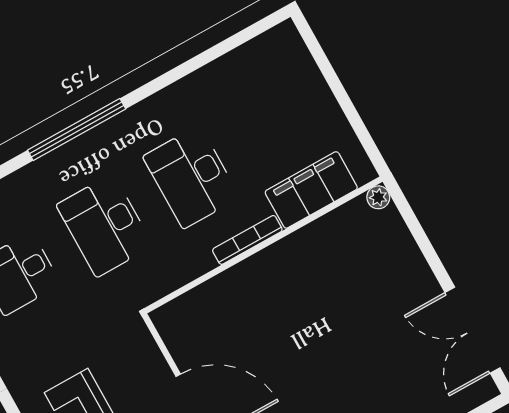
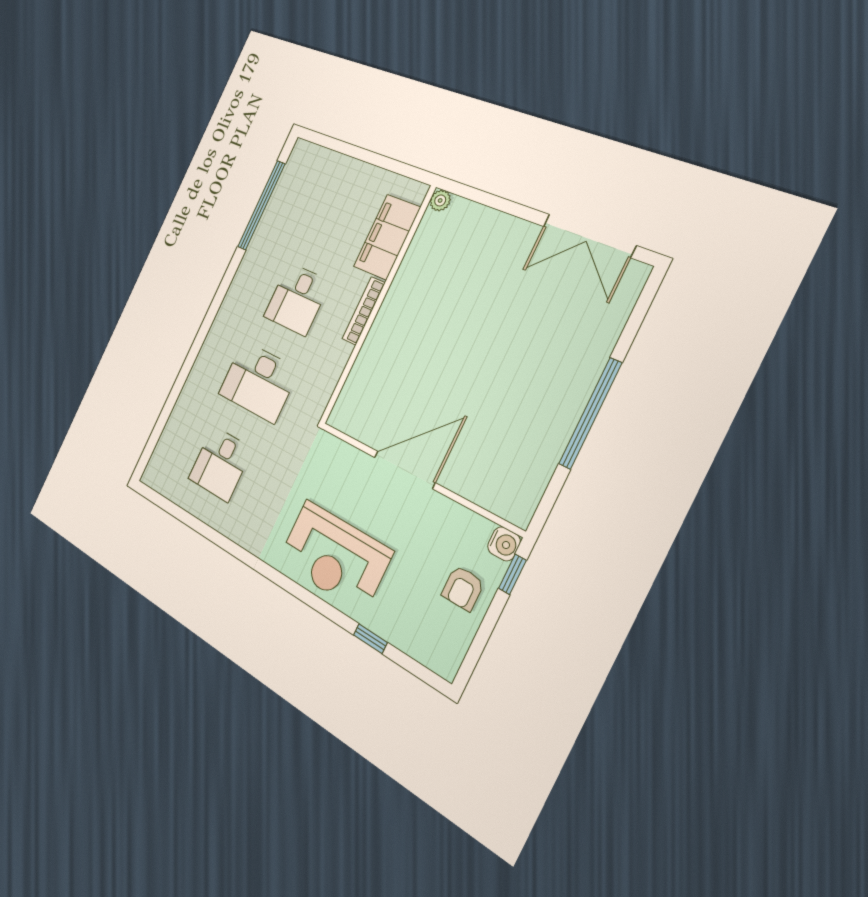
window: (77, 130) -> (261, 205), moved
desk: (191, 177) -> (297, 299), width x0.73

